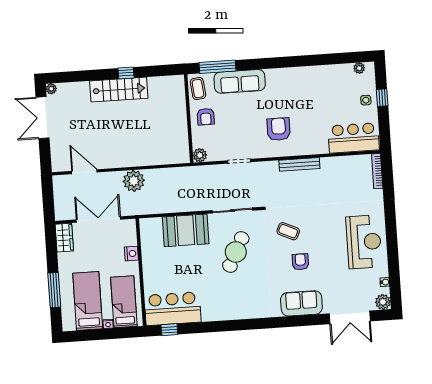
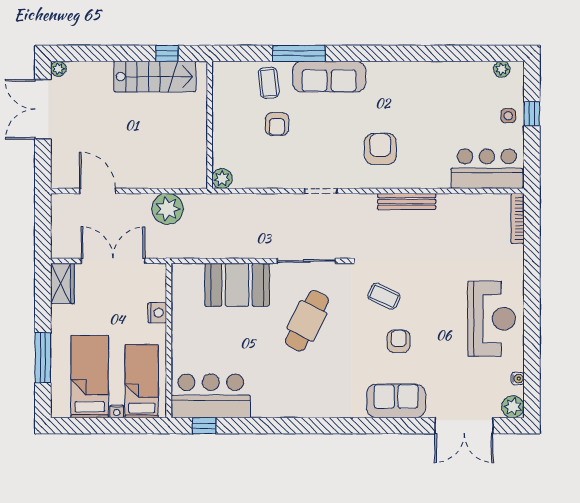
wall: (189, 119) -> (210, 125), moved
plant: (200, 155) -> (222, 179), moved

